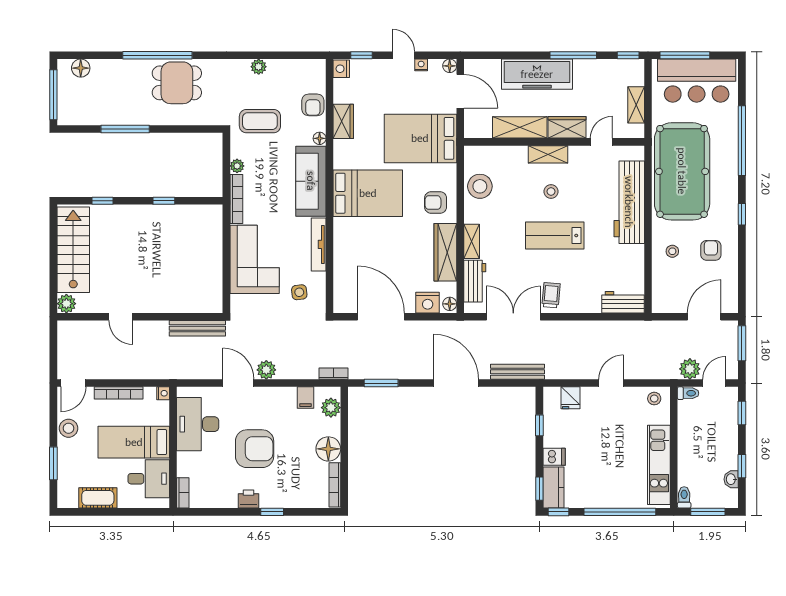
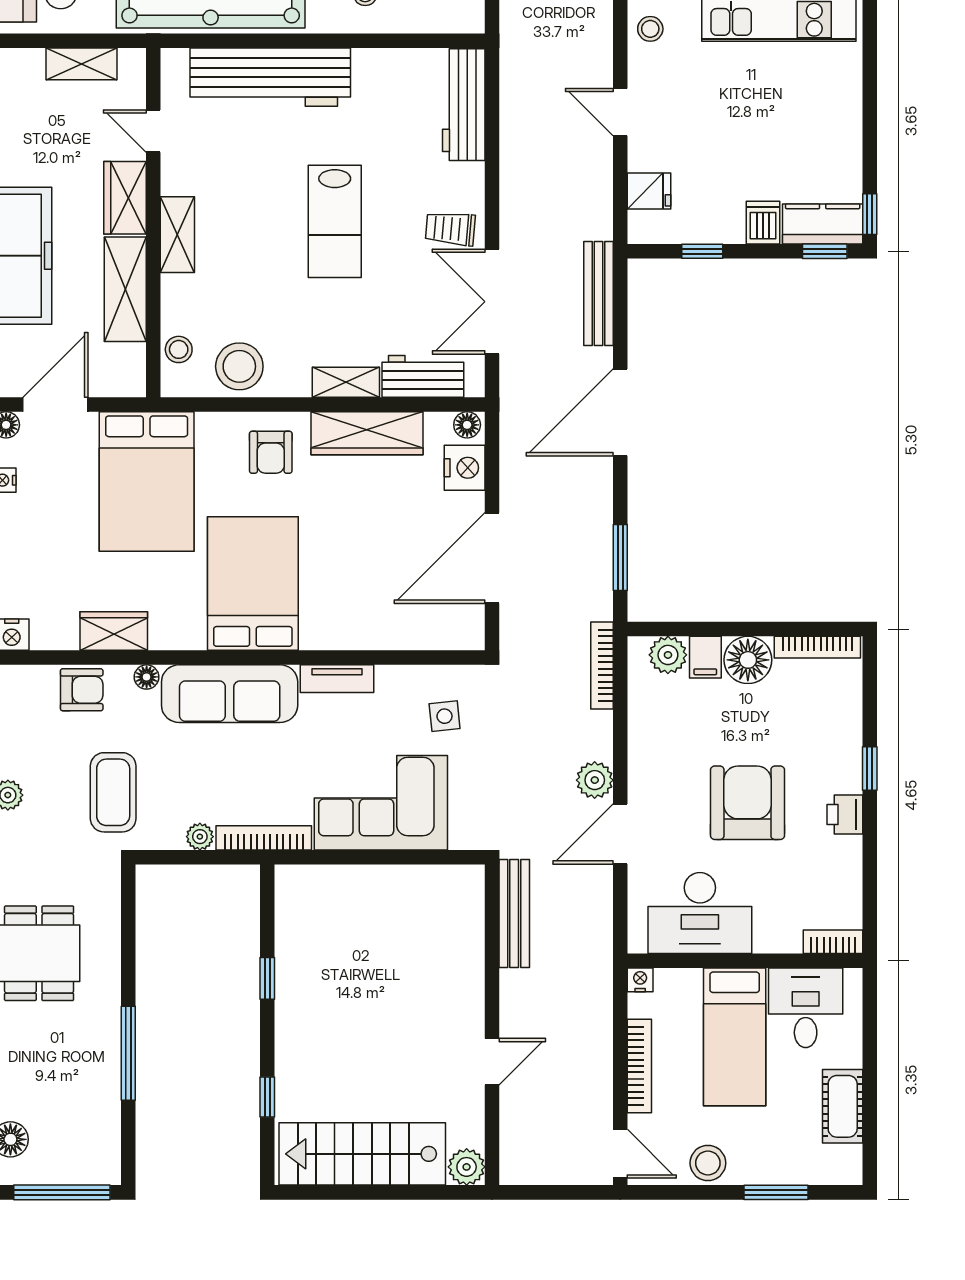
stool: (551, 191) -> (179, 349), moved
tv unit: (319, 244) -> (337, 679), width x0.71
workbench: (623, 302) -> (464, 105), width x1.38
bookcase: (334, 374) -> (602, 665), width x1.56
filing cabinet: (306, 398) -> (705, 657), moved, turned 90
window: (620, 512) -> (870, 95), removed

